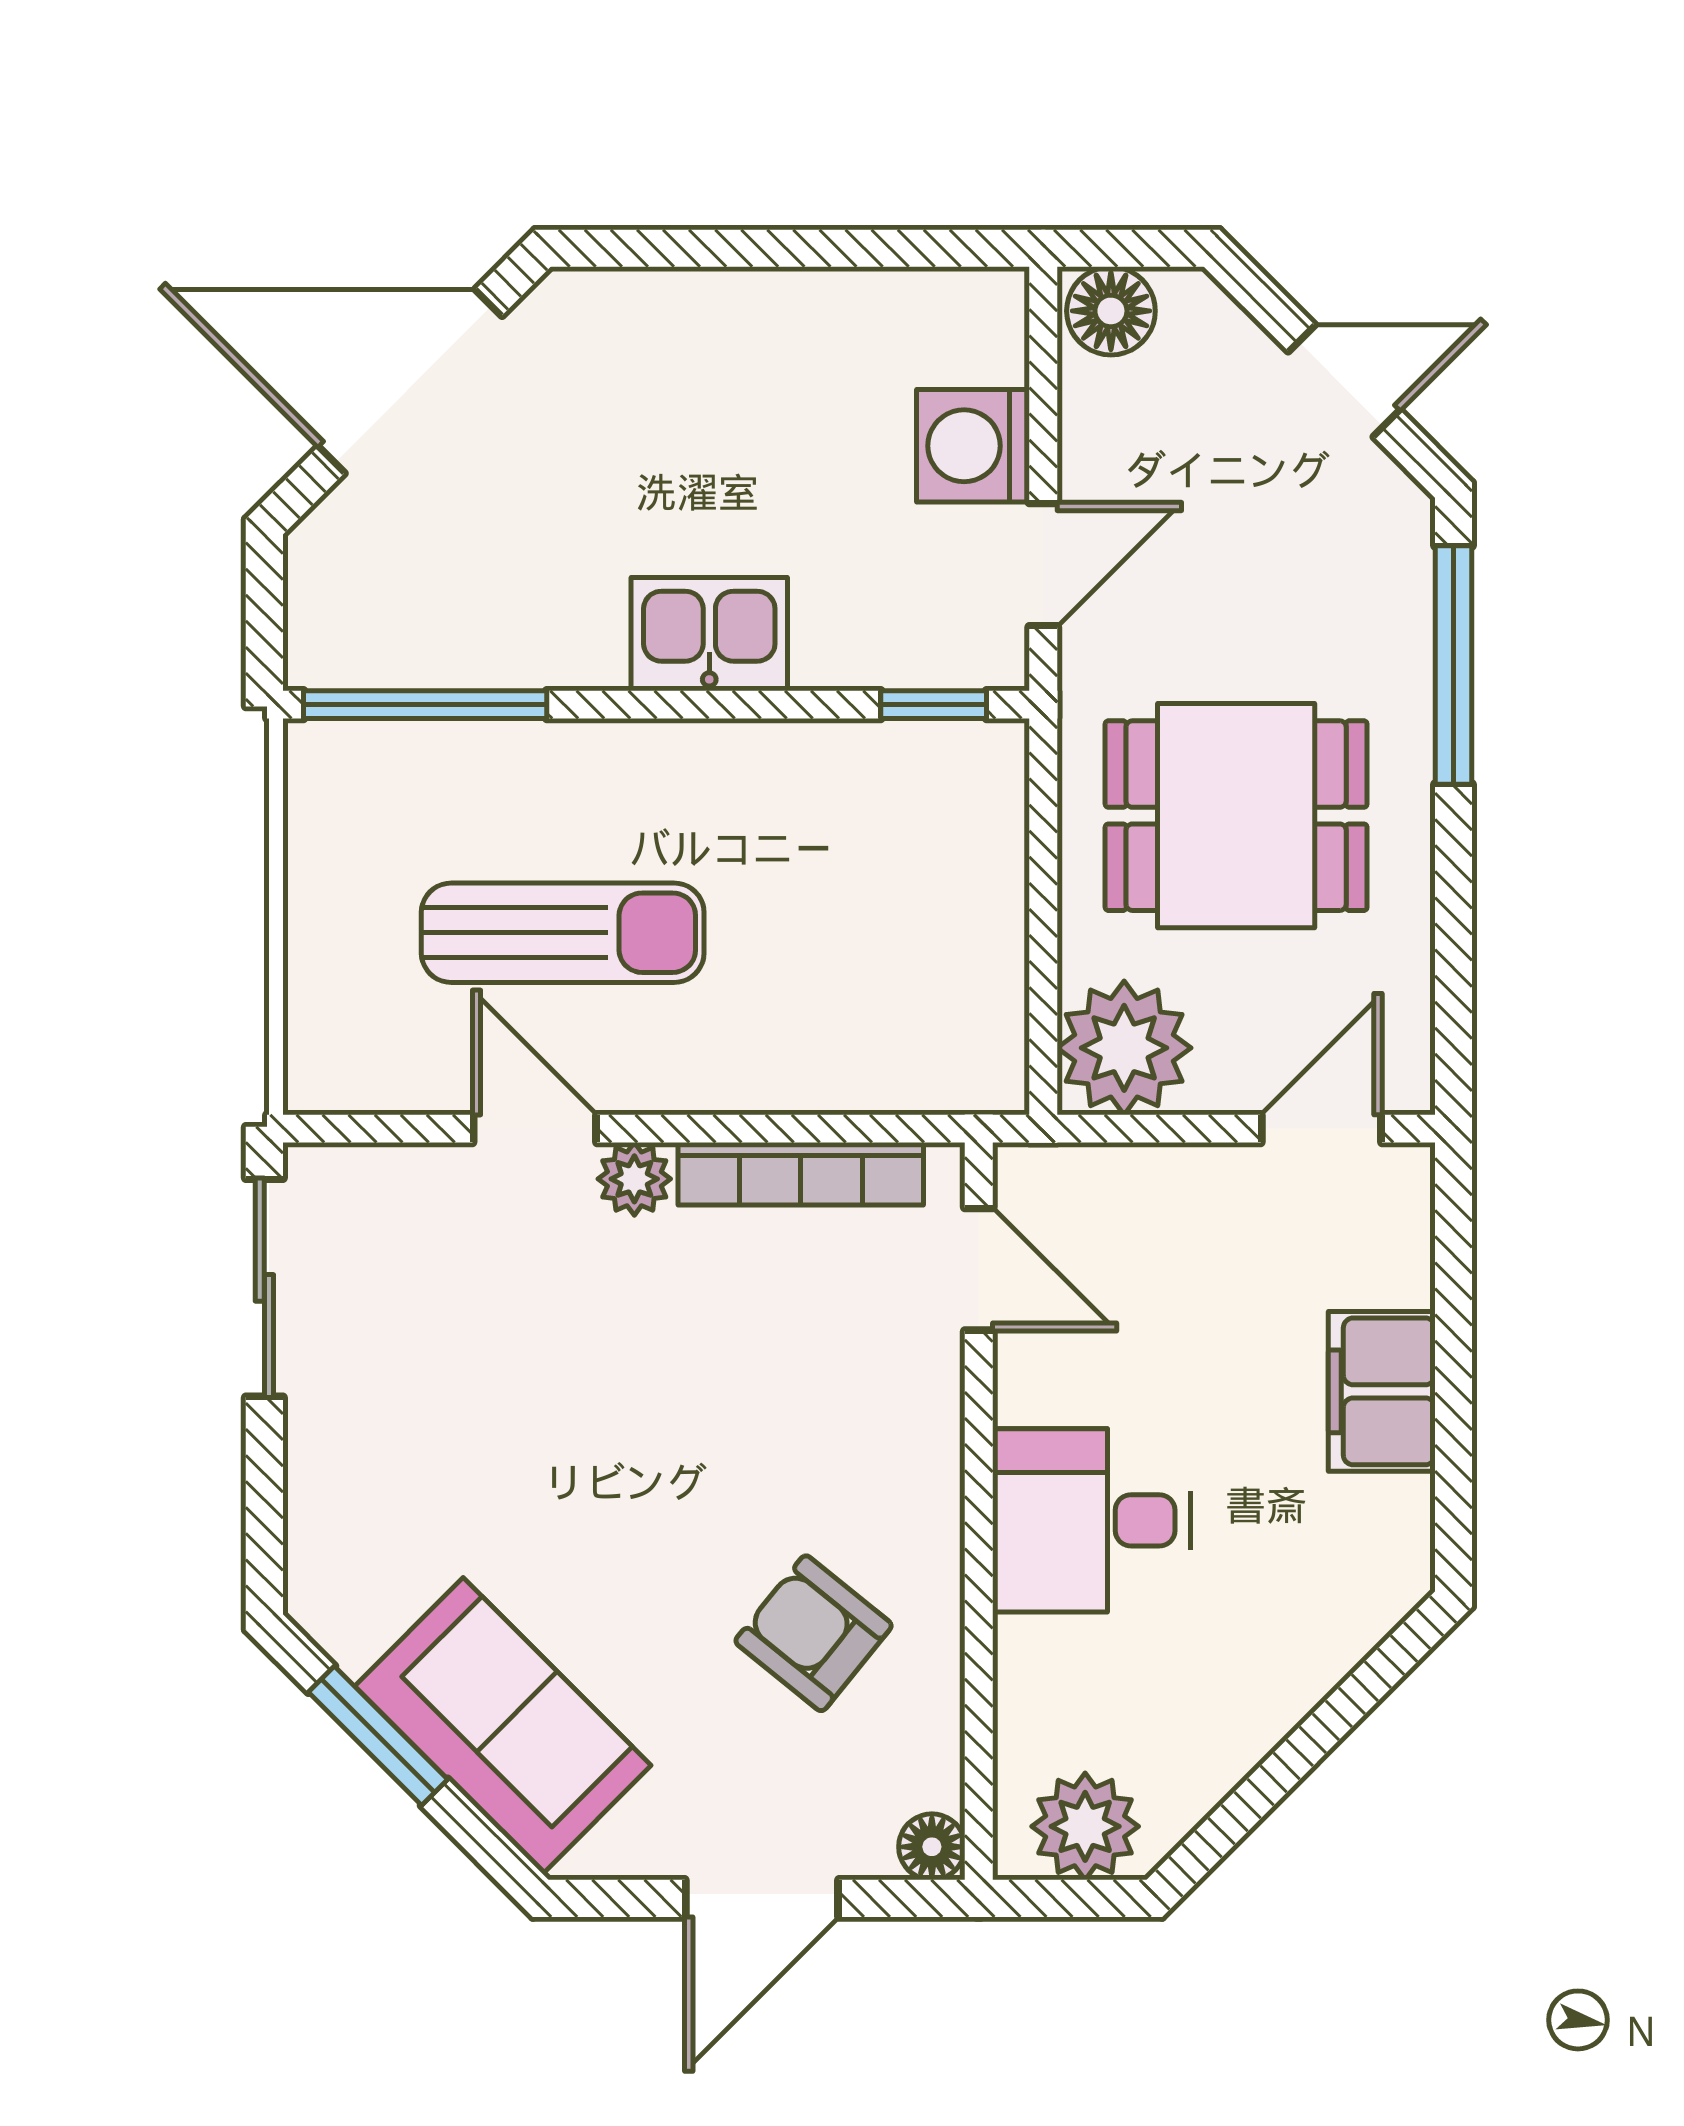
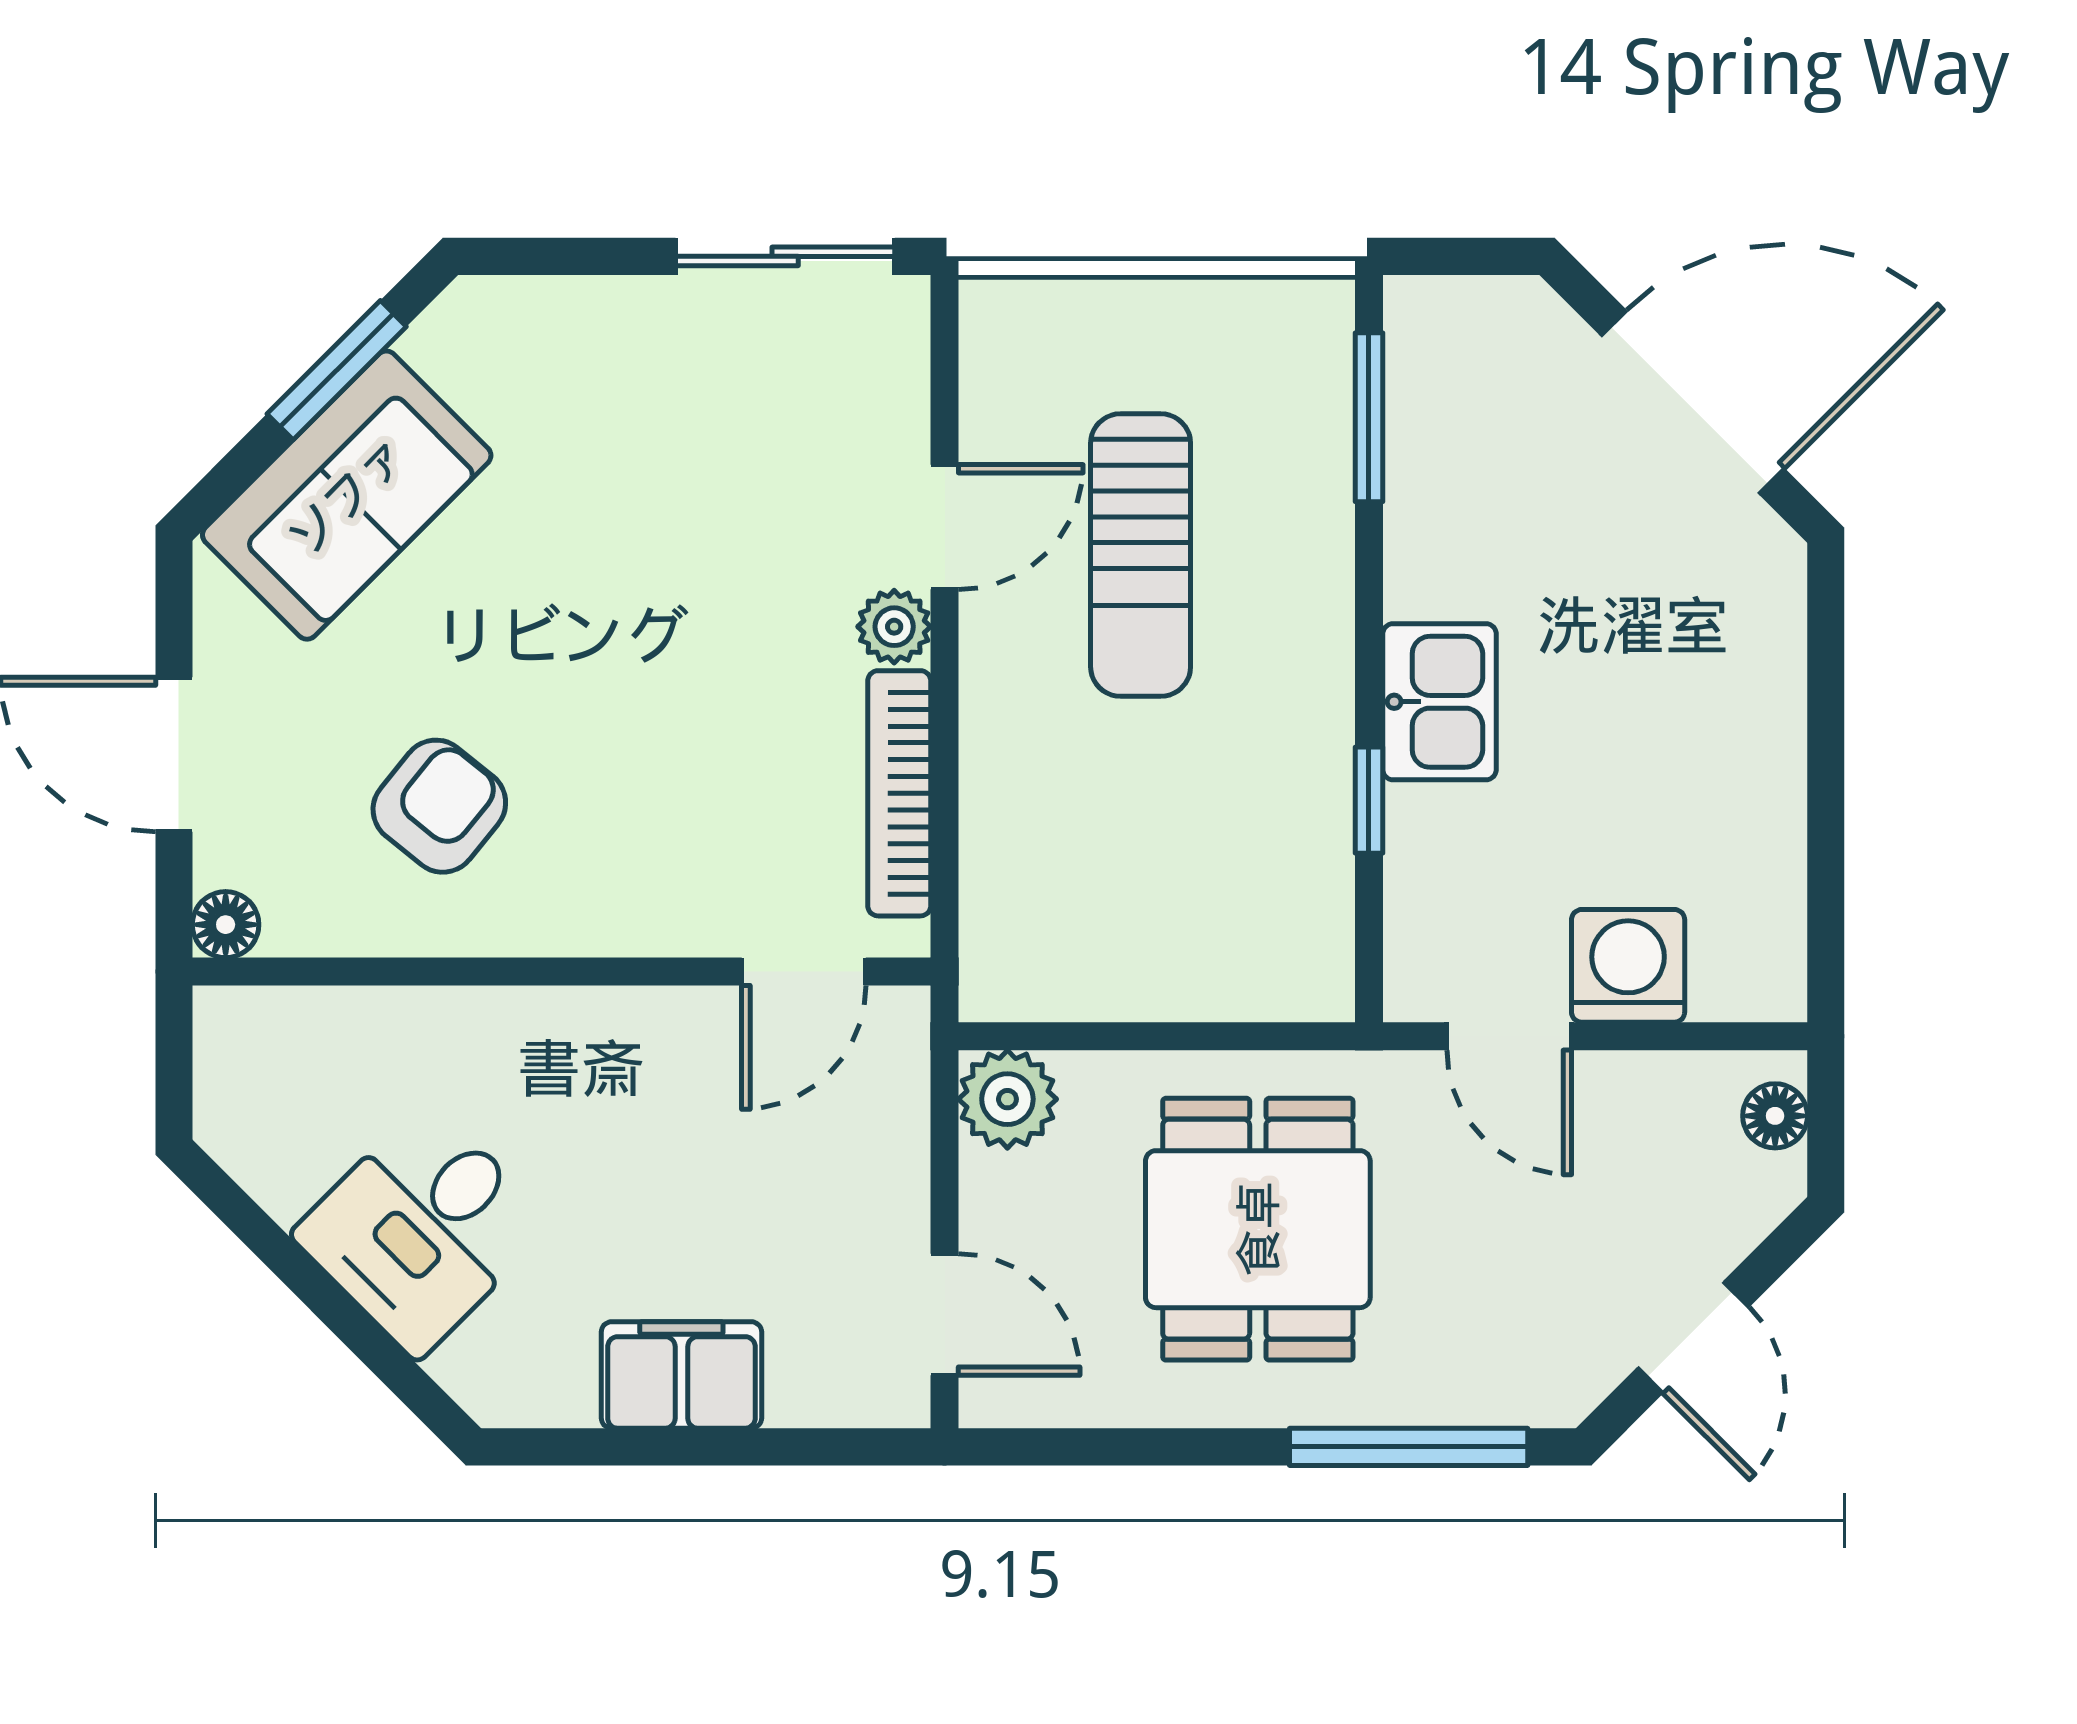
floor lamp: (1111, 311) -> (1775, 1116), width x0.73, depth x0.73
door: (410, 381) -> (1693, 402), hinge flipped
window: (425, 705) -> (1369, 417), width x0.69
window: (934, 705) -> (1369, 800), moved
plant: (1124, 1048) -> (1007, 1099), width x0.73, depth x0.73
desk: (1092, 1520) -> (422, 1229), moved, turned -135
plant: (1085, 1826) -> (246, 1078), removed

